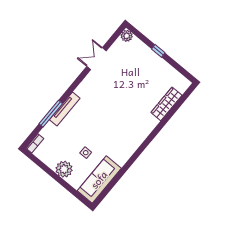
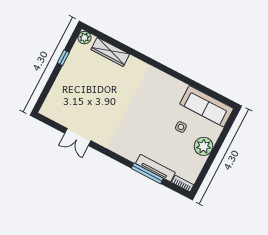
plant: (127, 36) -> (84, 38), moved
window: (158, 51) -> (63, 58), moved
tv unit: (65, 109) -> (155, 168), moved

